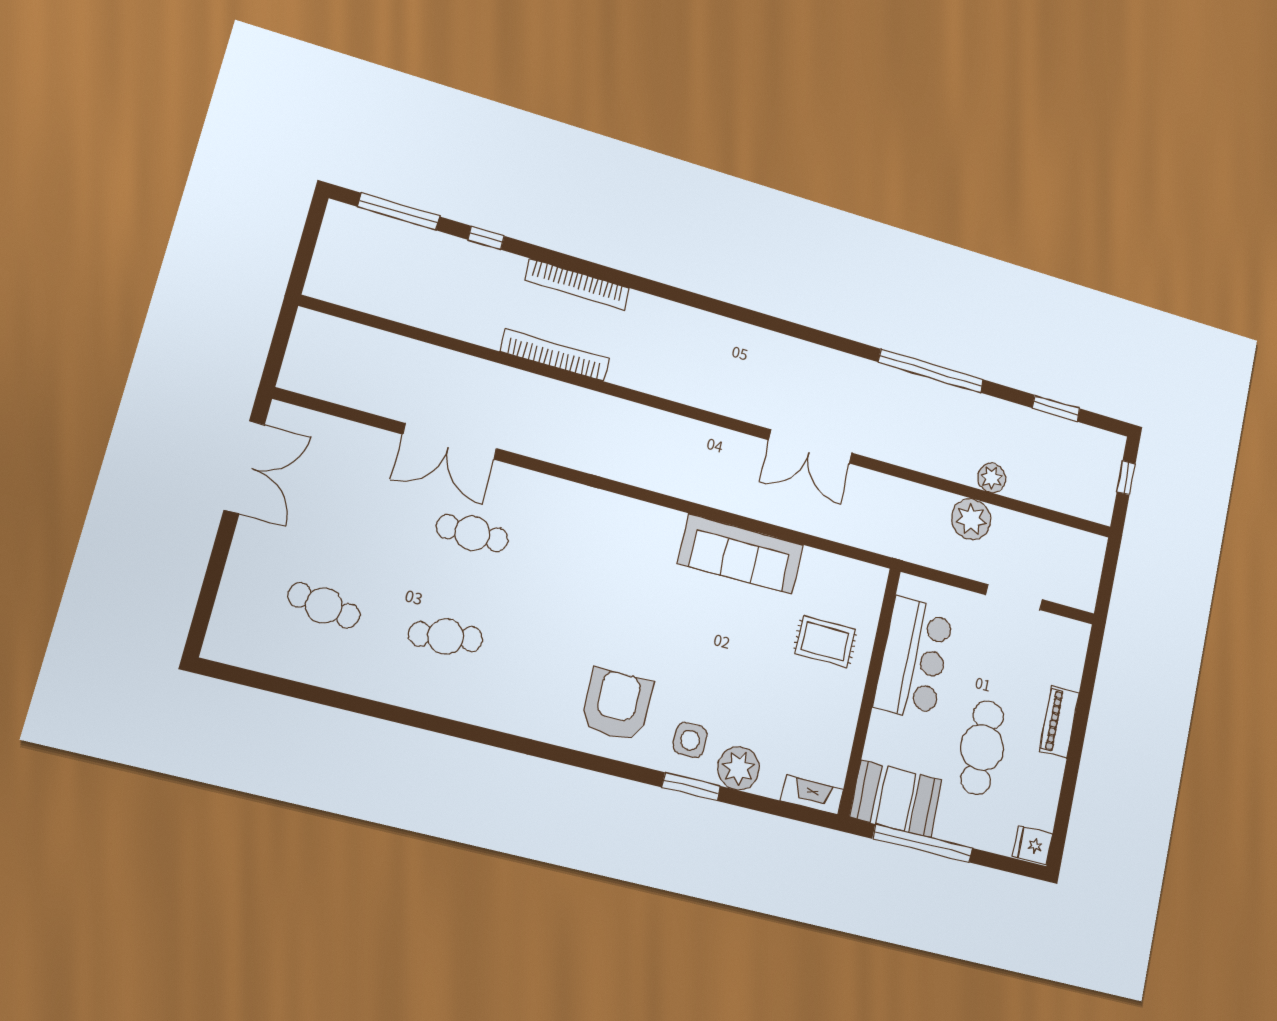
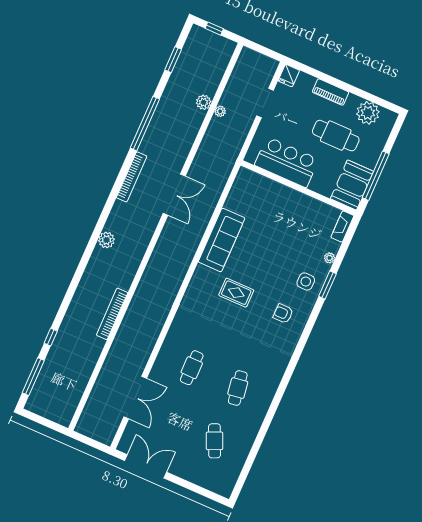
bookcase: (577, 284) -> (132, 177), moved
plant: (699, 325) -> (106, 240), added
double door: (450, 441) -> (135, 397), moved
plant: (971, 519) -> (220, 111), width x0.53, depth x0.53
cafe table: (324, 605) -> (214, 441), turned -33
rug: (825, 641) -> (236, 293), moved, turned 90
armchair: (617, 705) -> (283, 314), width x0.53, depth x0.53
plant: (739, 768) -> (329, 258), width x0.53, depth x0.53
plant: (1036, 804) -> (368, 113), added
fridge: (1033, 845) -> (289, 76), moved

